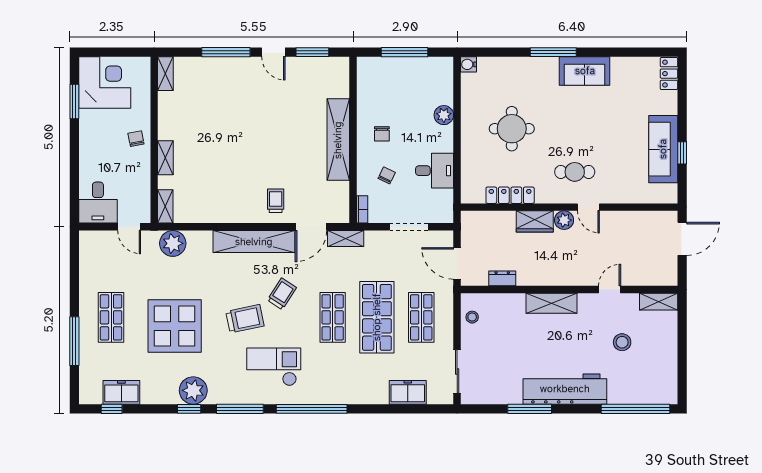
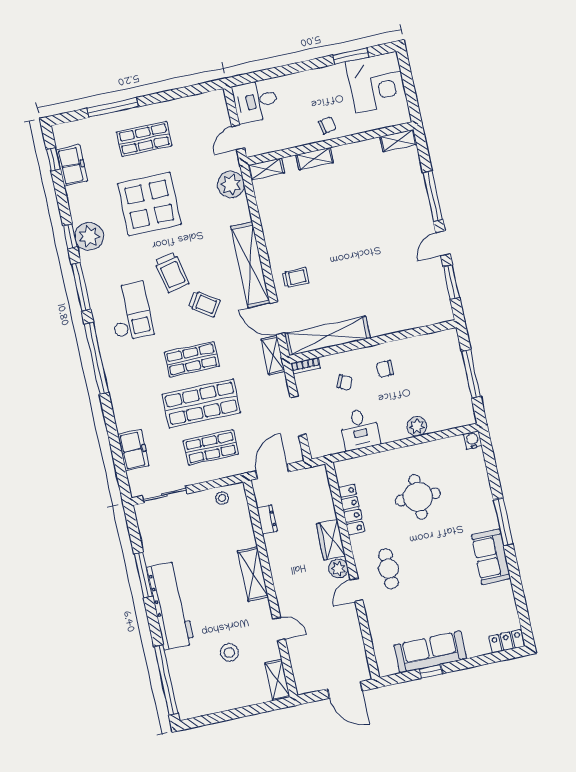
shelving: (338, 140) -> (327, 336), moved

